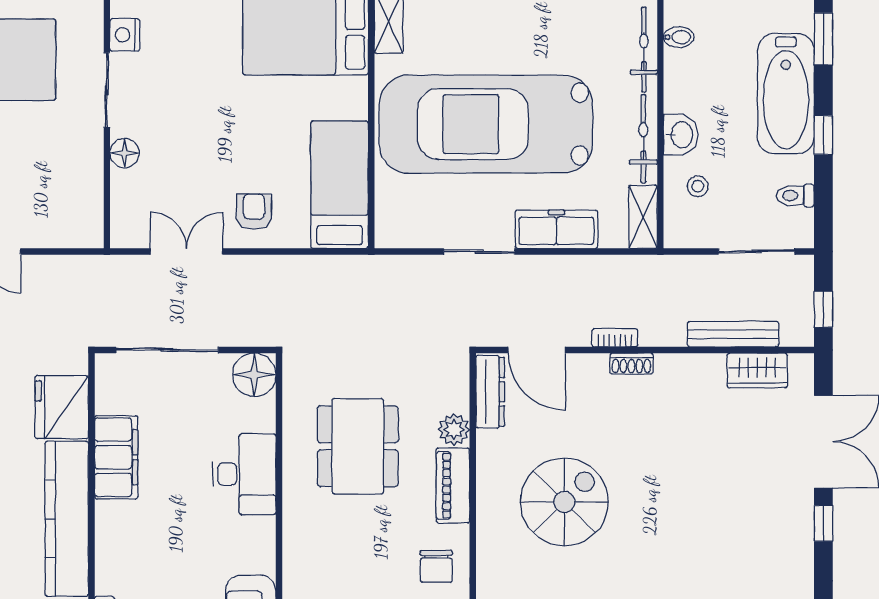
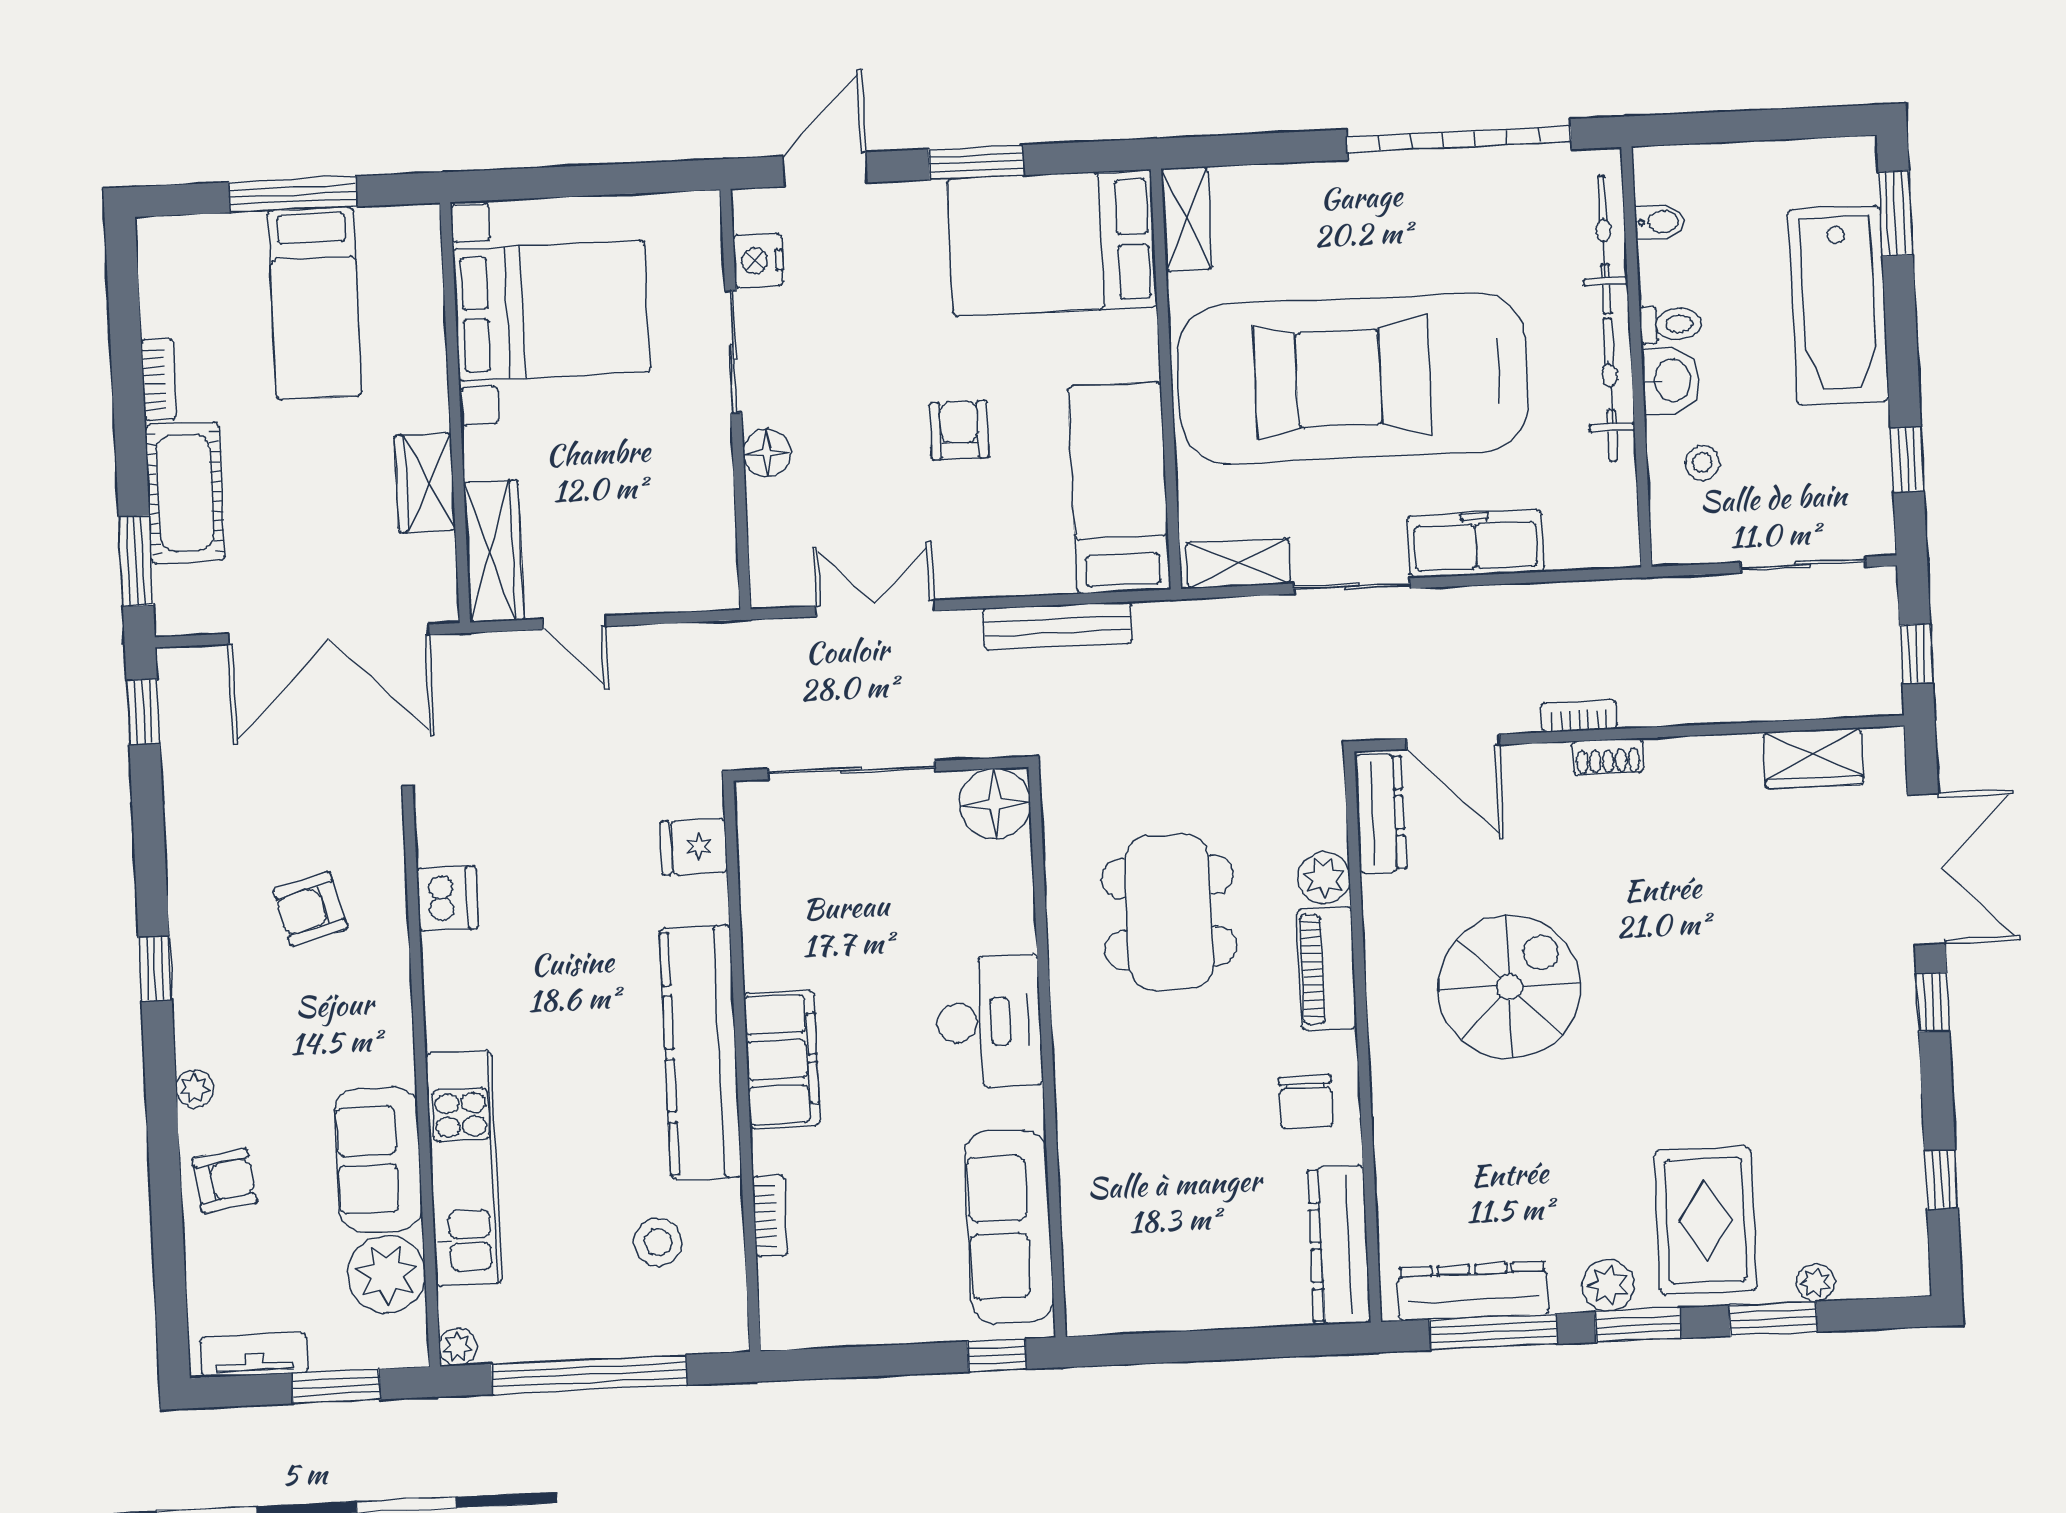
window: (823, 135) -> (1907, 460), moved
toilet: (795, 196) -> (1670, 324), moved, turned 180
armchair: (254, 212) -> (959, 430), moved
shelving: (643, 217) -> (1238, 563), moved, turned 90
bench: (733, 334) -> (1058, 626), moved
fridge: (62, 407) -> (694, 847), width x0.53, depth x0.75
filing cabinet: (116, 457) -> (782, 1060), moved
desk: (244, 474) -> (989, 1022), moved

